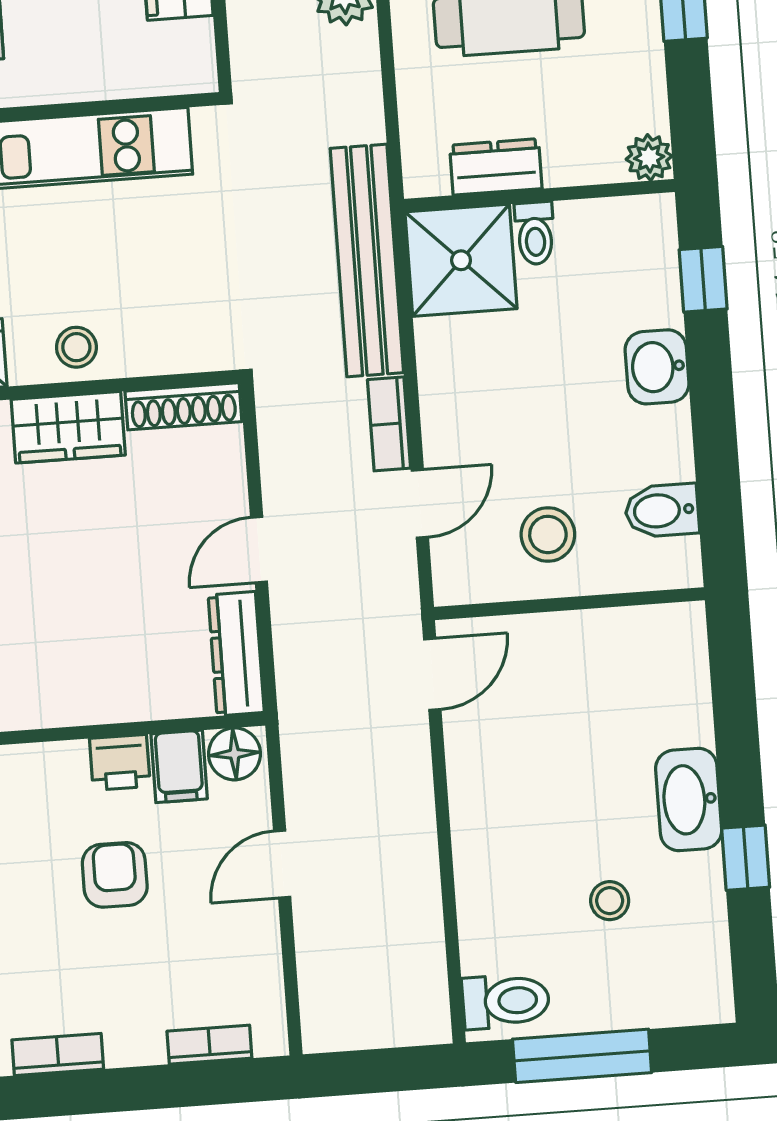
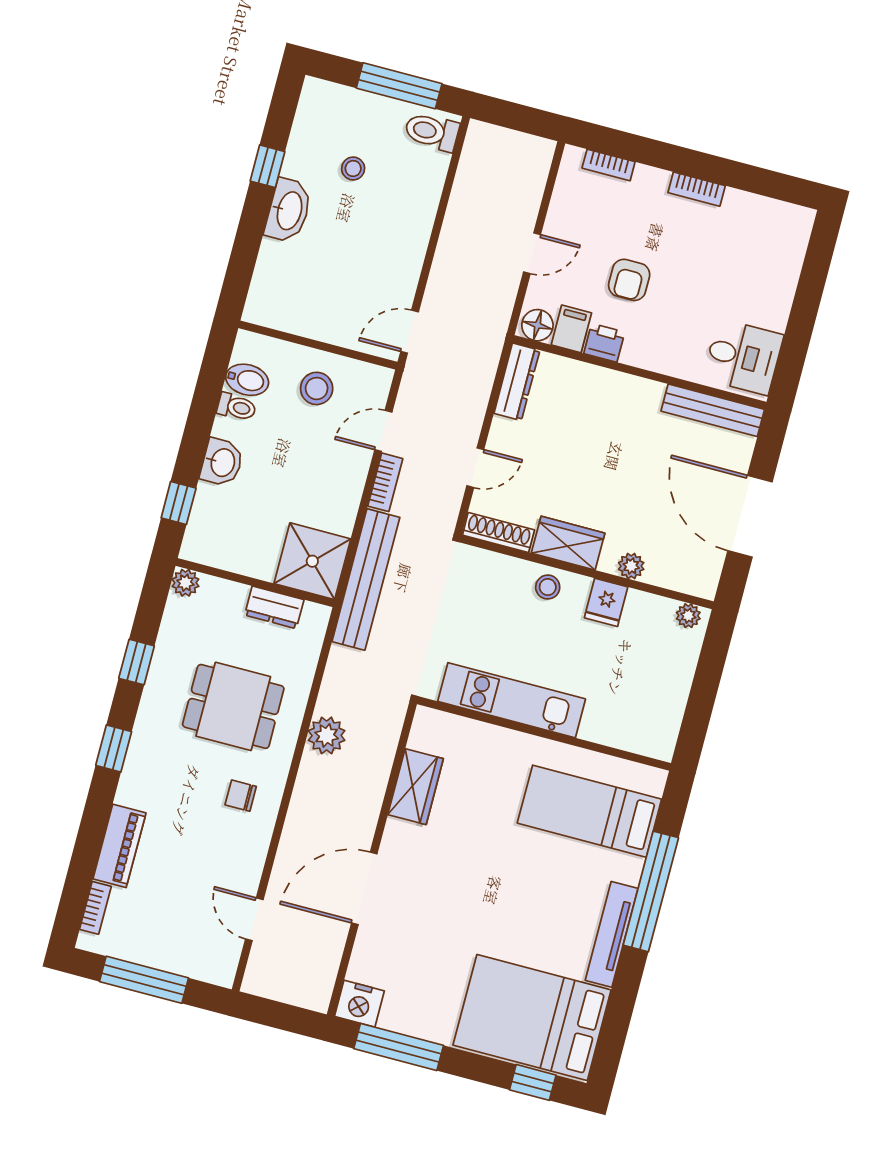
toilet: (535, 233) -> (237, 407), moved, turned 90
door: (259, 550) -> (475, 468), moved

